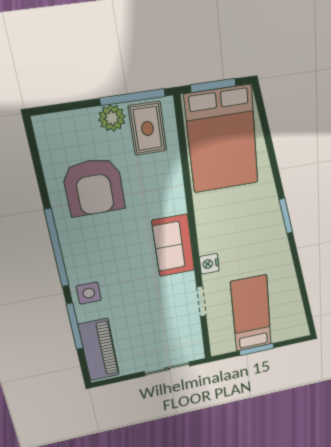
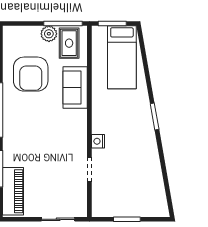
bed: (222, 140) -> (122, 57), width x0.67
sofa: (173, 246) -> (75, 88), moved
side table: (89, 293) -> (14, 146), removed
bed: (251, 314) -> (125, 187), removed

